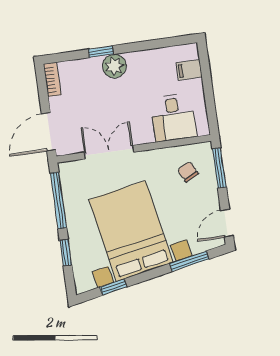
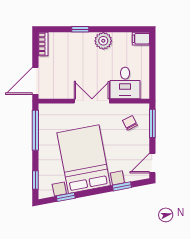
plant: (114, 66) -> (103, 41), moved
filing cabinet: (189, 70) -> (141, 39), moved
double door: (109, 152) -> (92, 101), moved
window: (66, 253) -> (35, 180), moved
window: (189, 261) -> (122, 186), width x0.67

